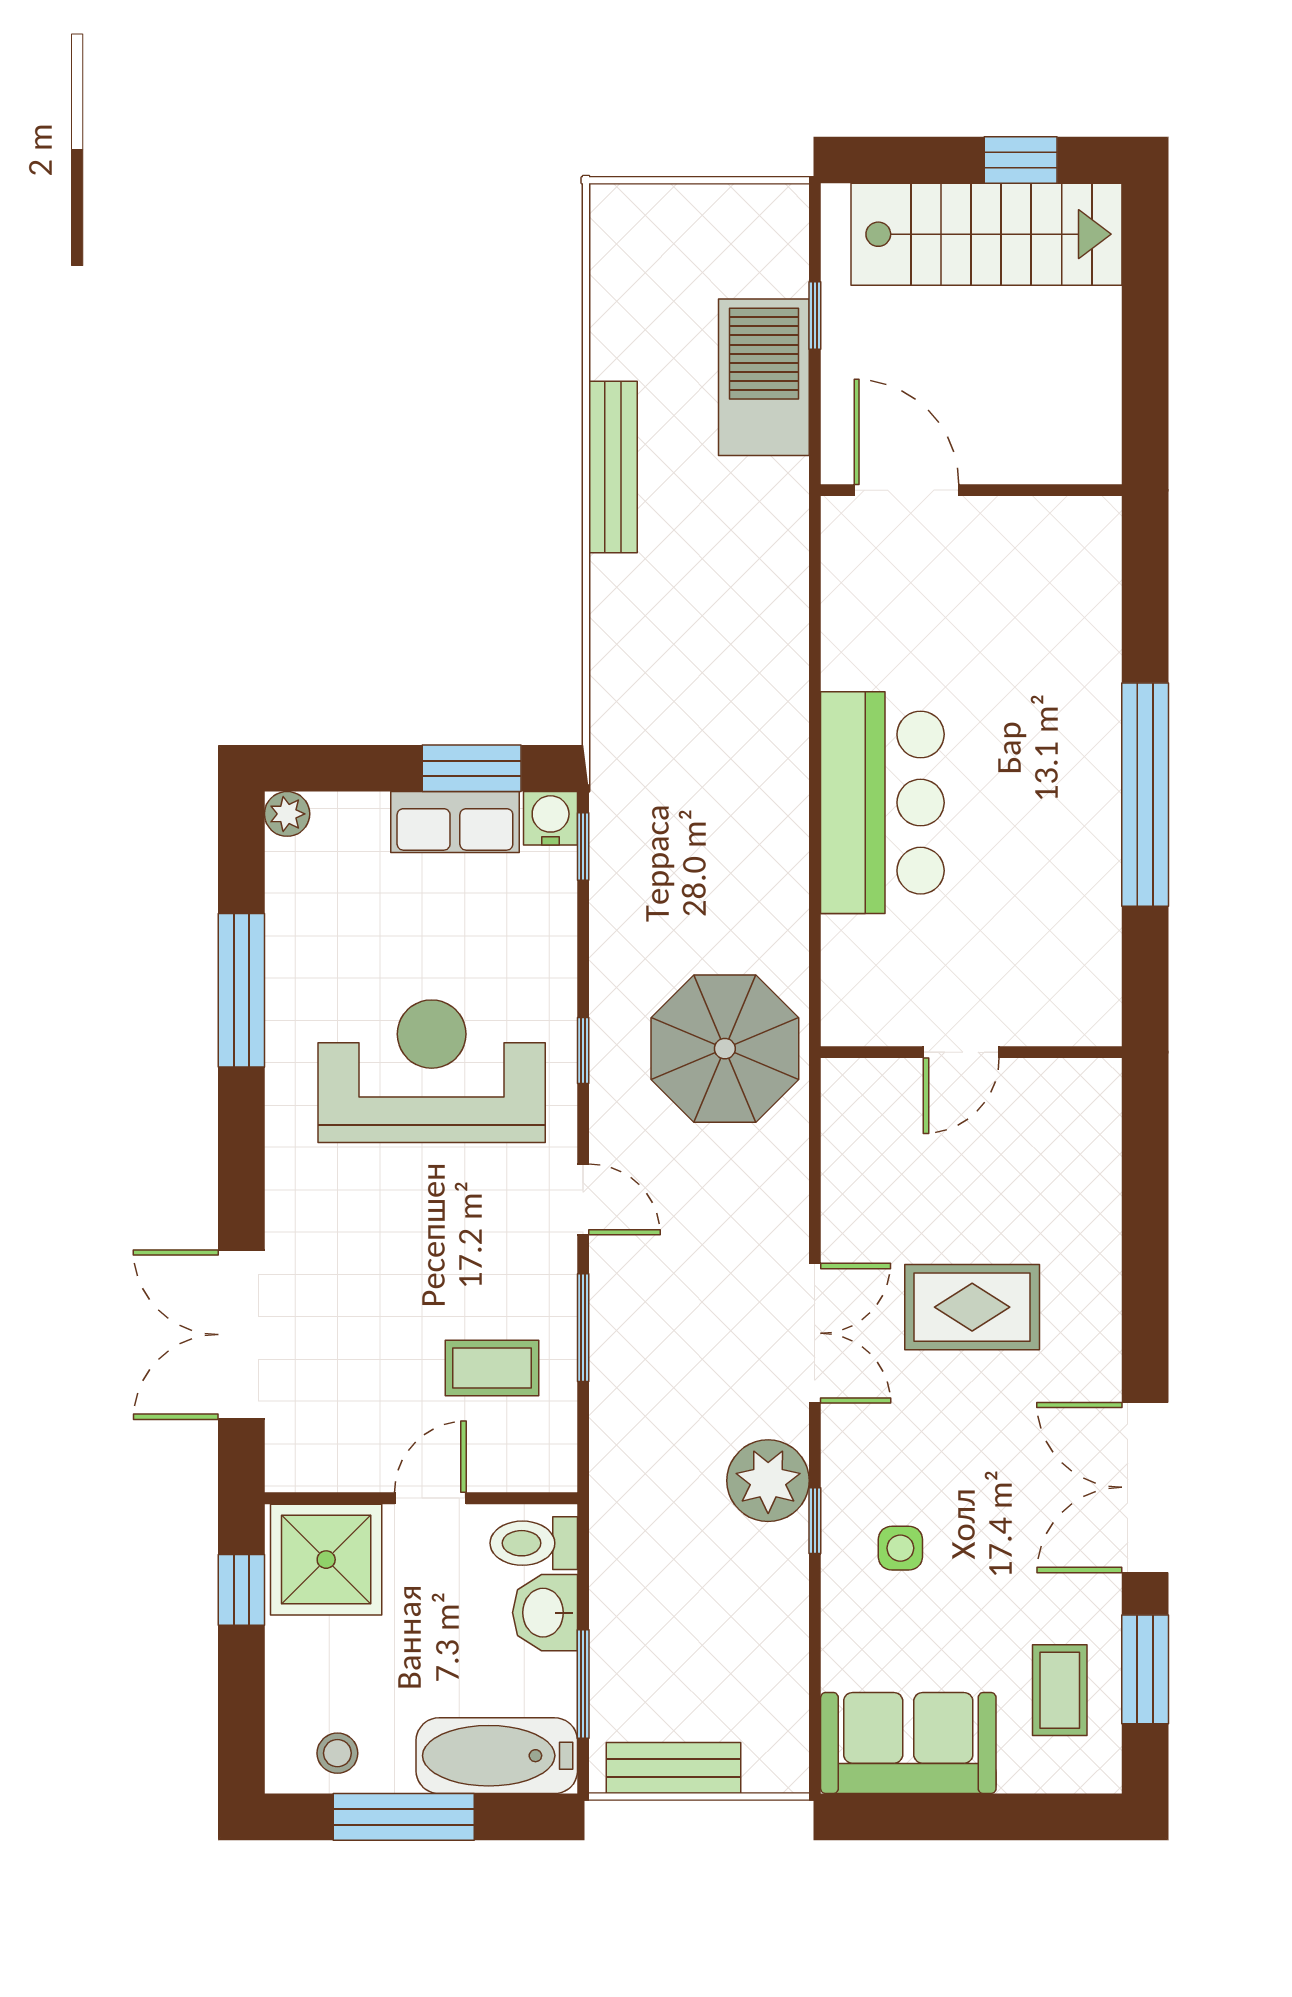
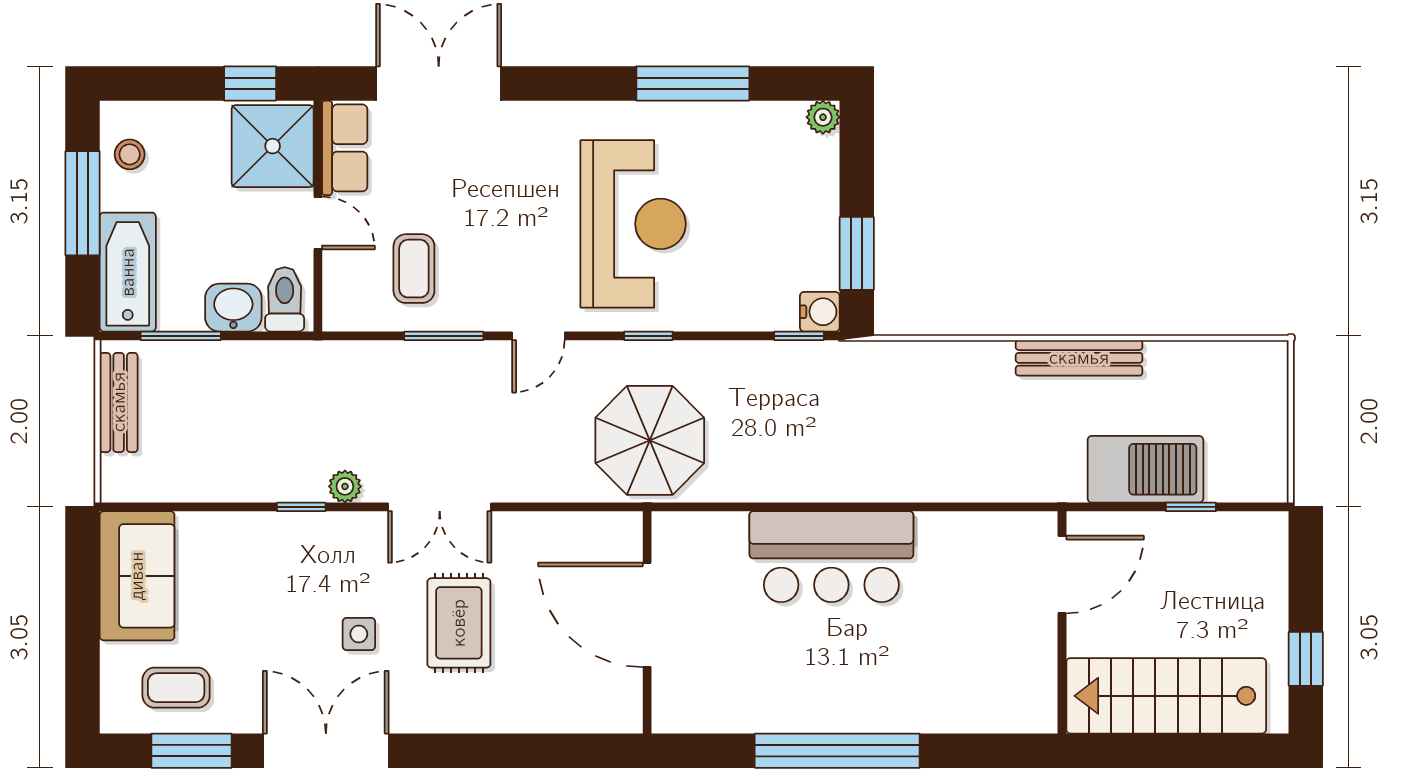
stairs: (987, 234) -> (1166, 696), moved, turned 90
row of seats: (455, 822) -> (345, 148), moved, turned 180
door: (961, 1052) -> (647, 615), width x1.88
plant: (768, 1481) -> (345, 486), width x0.53, depth x0.53
side table: (900, 1548) -> (359, 634), moved

